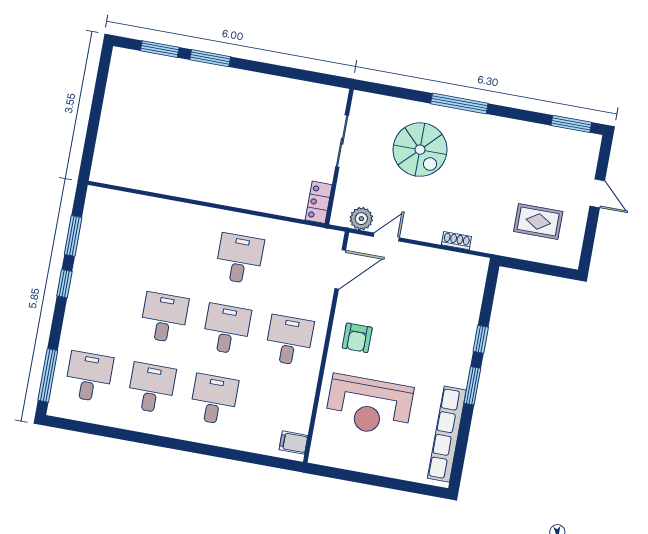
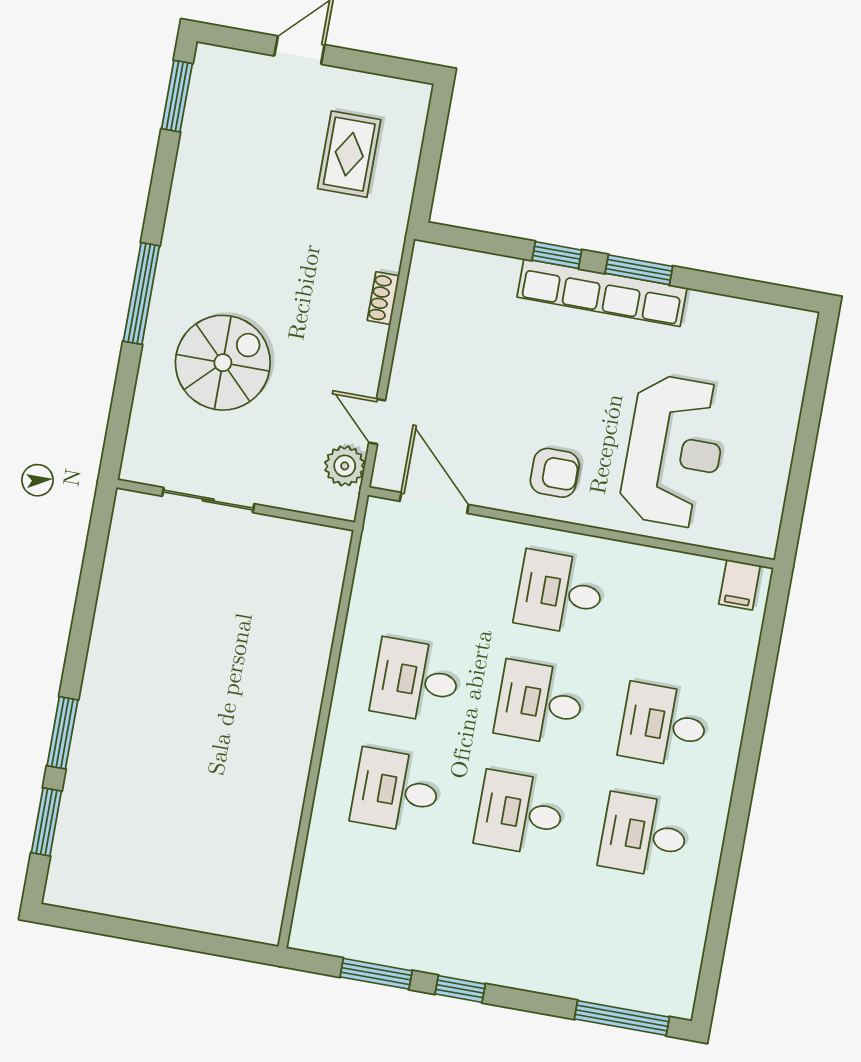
locker: (319, 202) -> (316, 541), removed
desk: (89, 377) -> (396, 791), moved
row of seats: (447, 434) -> (602, 293), moved

